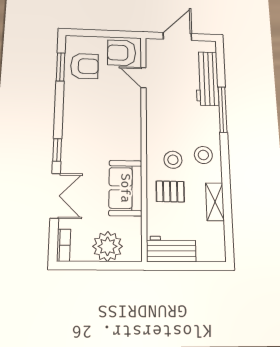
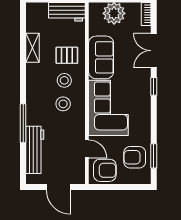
door: (177, 36) -> (58, 187), hinge flipped
corner sofa: (116, 125) -> (108, 108), added
stool: (203, 155) -> (63, 104), moved

